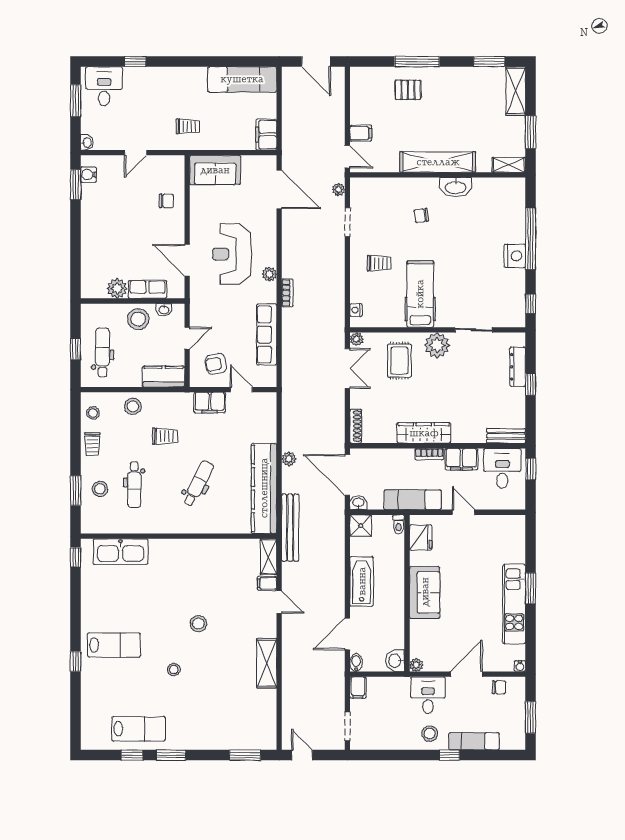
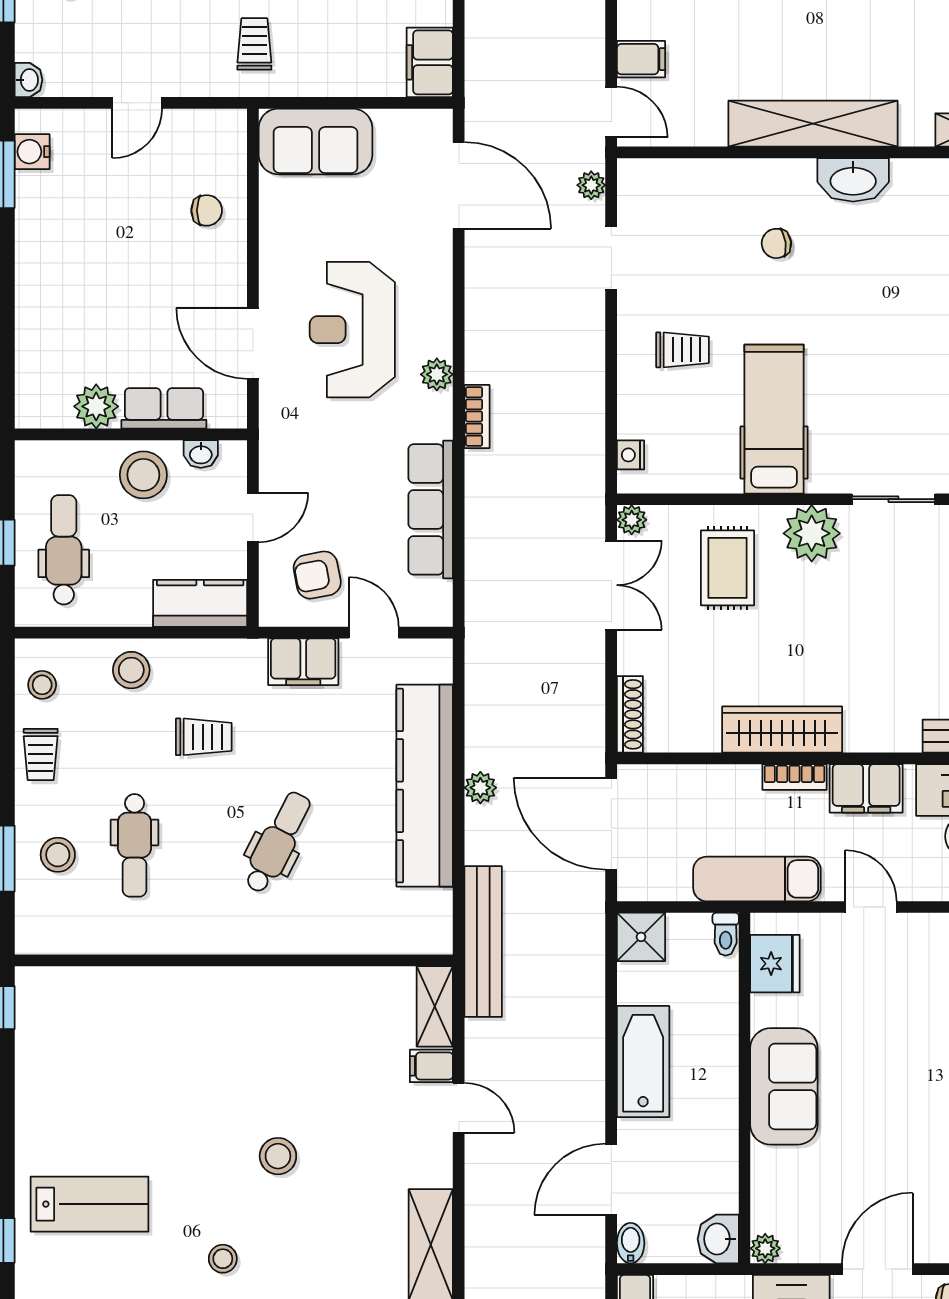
trolley: (188, 126) -> (254, 44), turned -90
kitchen counter: (264, 488) -> (425, 786), moved
washbasin: (358, 503) -> (636, 886), removed
kitchen sink: (120, 552) -> (104, 995), removed

